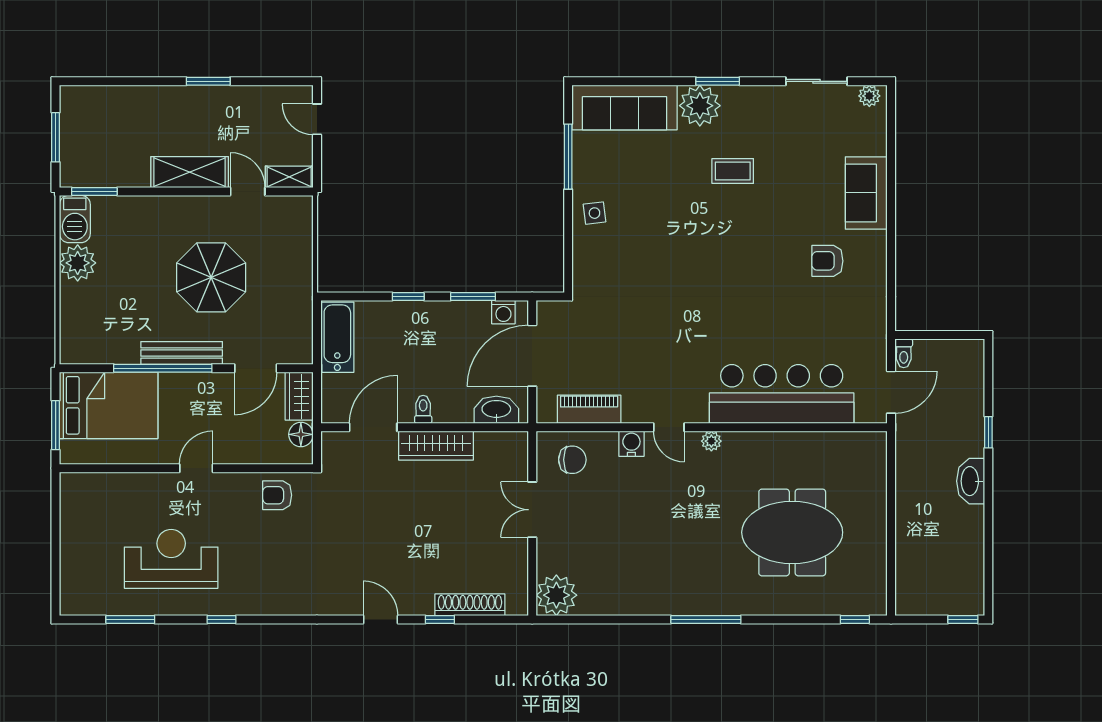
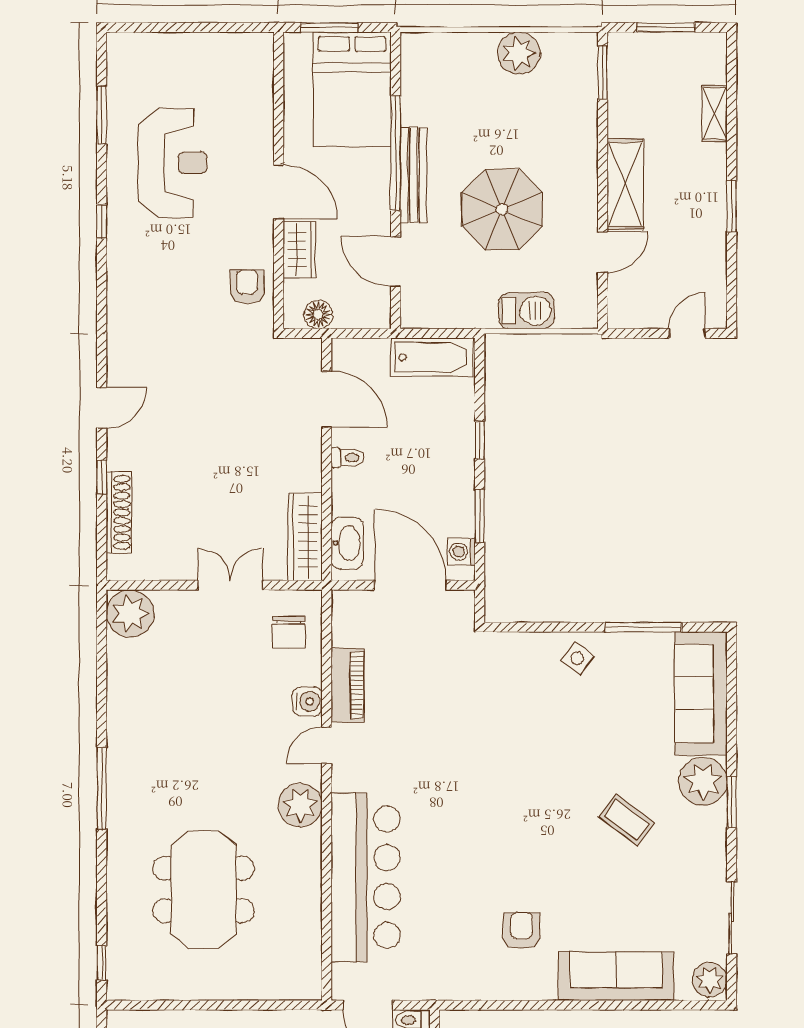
plant: (869, 96) -> (710, 980), width x1.38, depth x1.38
coffee table: (733, 171) -> (627, 820), turned -53
shelving: (289, 177) -> (714, 114), moved
sofa: (866, 193) -> (616, 976), width x1.36
side table: (594, 213) -> (577, 658), turned 45
barbecue: (75, 219) -> (526, 311), moved, turned 180
wardrobe: (299, 396) -> (299, 250), moved, turned 90
piano: (589, 409) -> (348, 685), moved
plant: (711, 441) -> (300, 805), width x1.88, depth x1.88
wardrobe: (436, 446) -> (305, 537), moved
door: (196, 468) -> (279, 192), width x1.38

